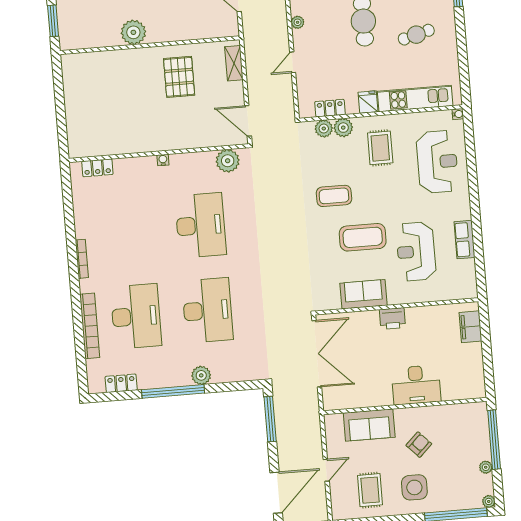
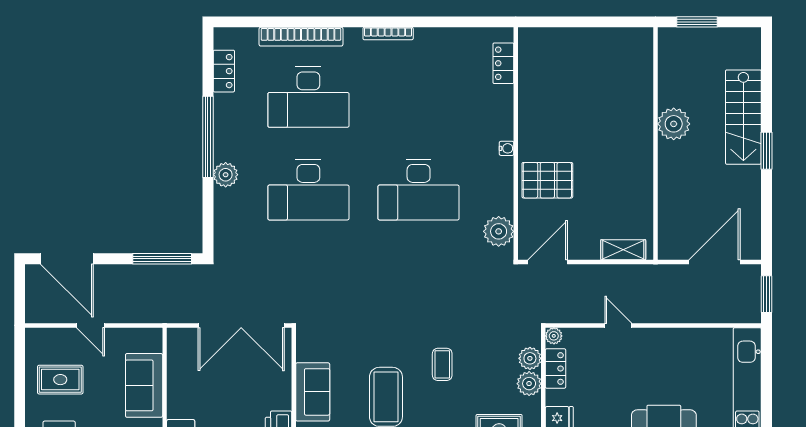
plant: (298, 22) -> (554, 336), moved
pallet: (179, 77) -> (547, 180), moved
coffee table: (334, 196) -> (442, 364), width x0.73, depth x0.77

